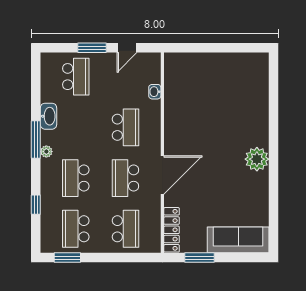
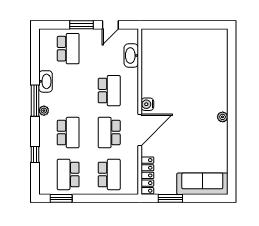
washbasin: (155, 92) -> (131, 56), width x1.91, depth x1.45
water cooler: (172, 144) -> (147, 104), added
plant: (257, 159) -> (223, 117), width x0.53, depth x0.53
school desk: (76, 178) -> (68, 133), turned 180

